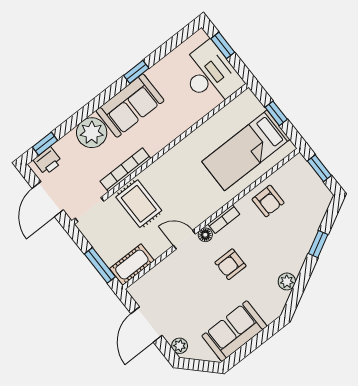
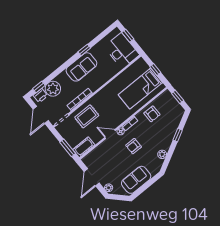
plant: (92, 133) -> (53, 89), moved
rug: (139, 204) -> (87, 116), turned 90

